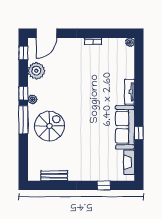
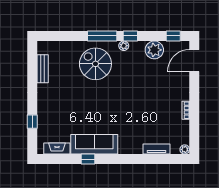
door: (46, 33) -> (194, 61), hinge flipped
tv unit: (129, 92) -> (157, 149), moved
spiral stairs: (49, 126) -> (95, 64), turned 180

